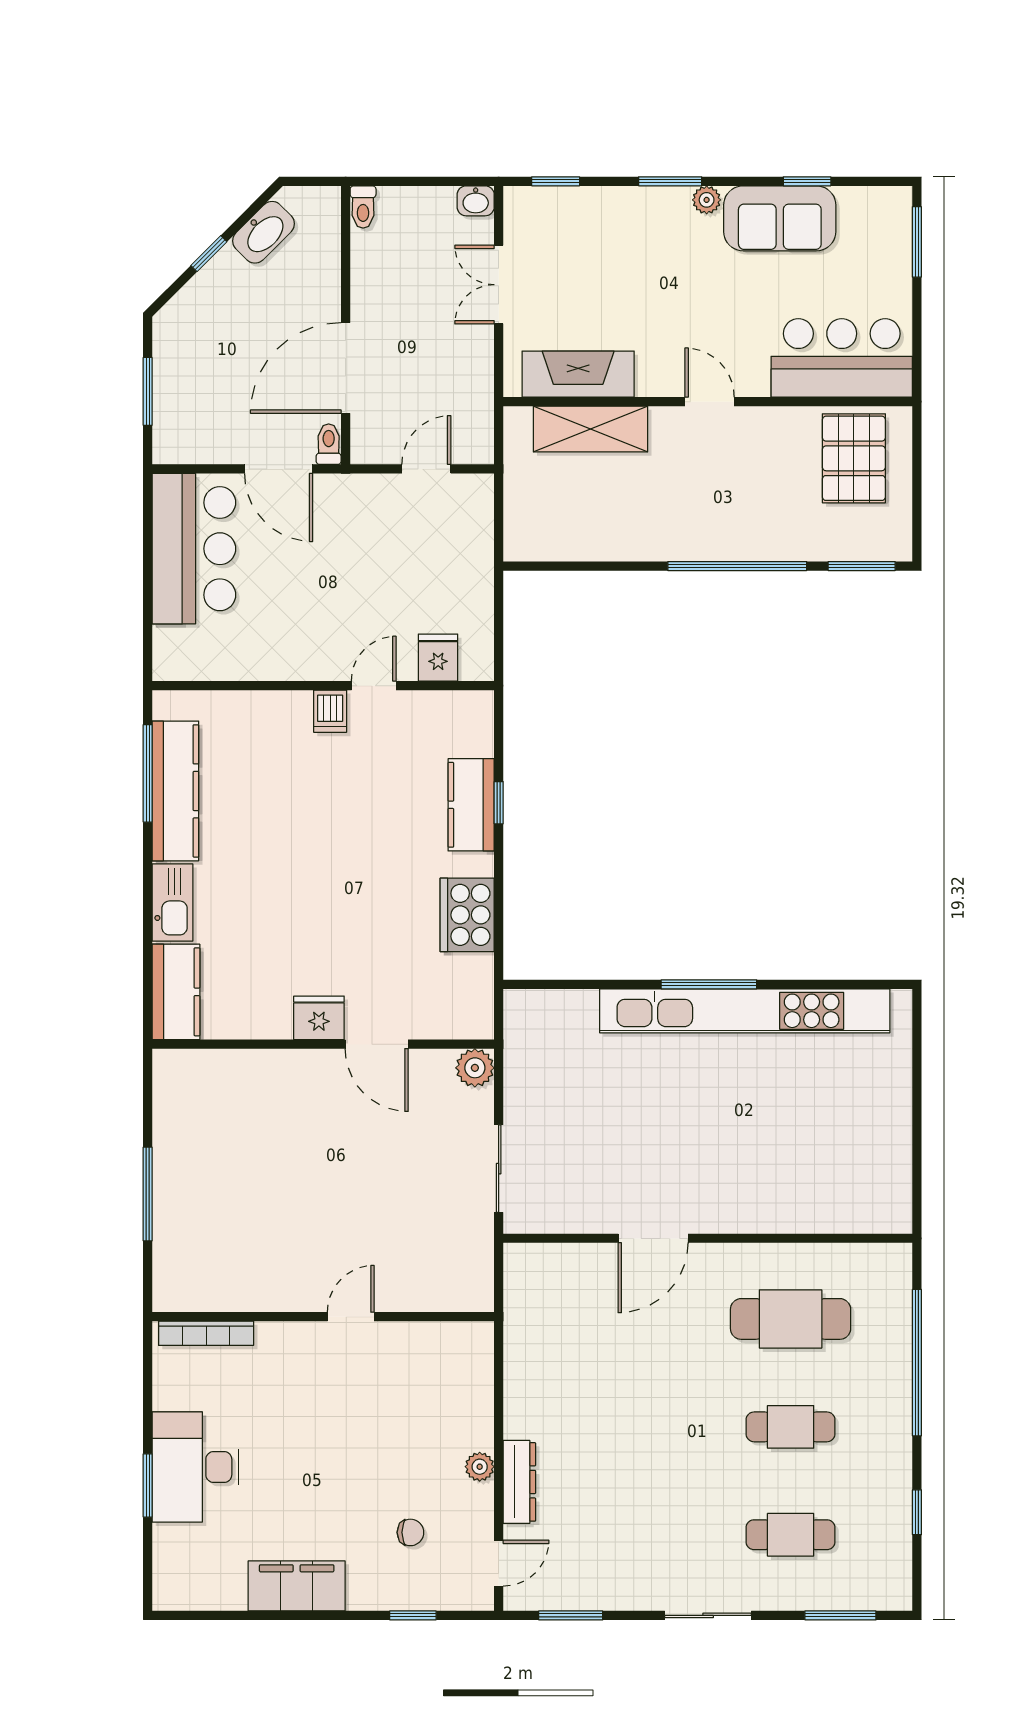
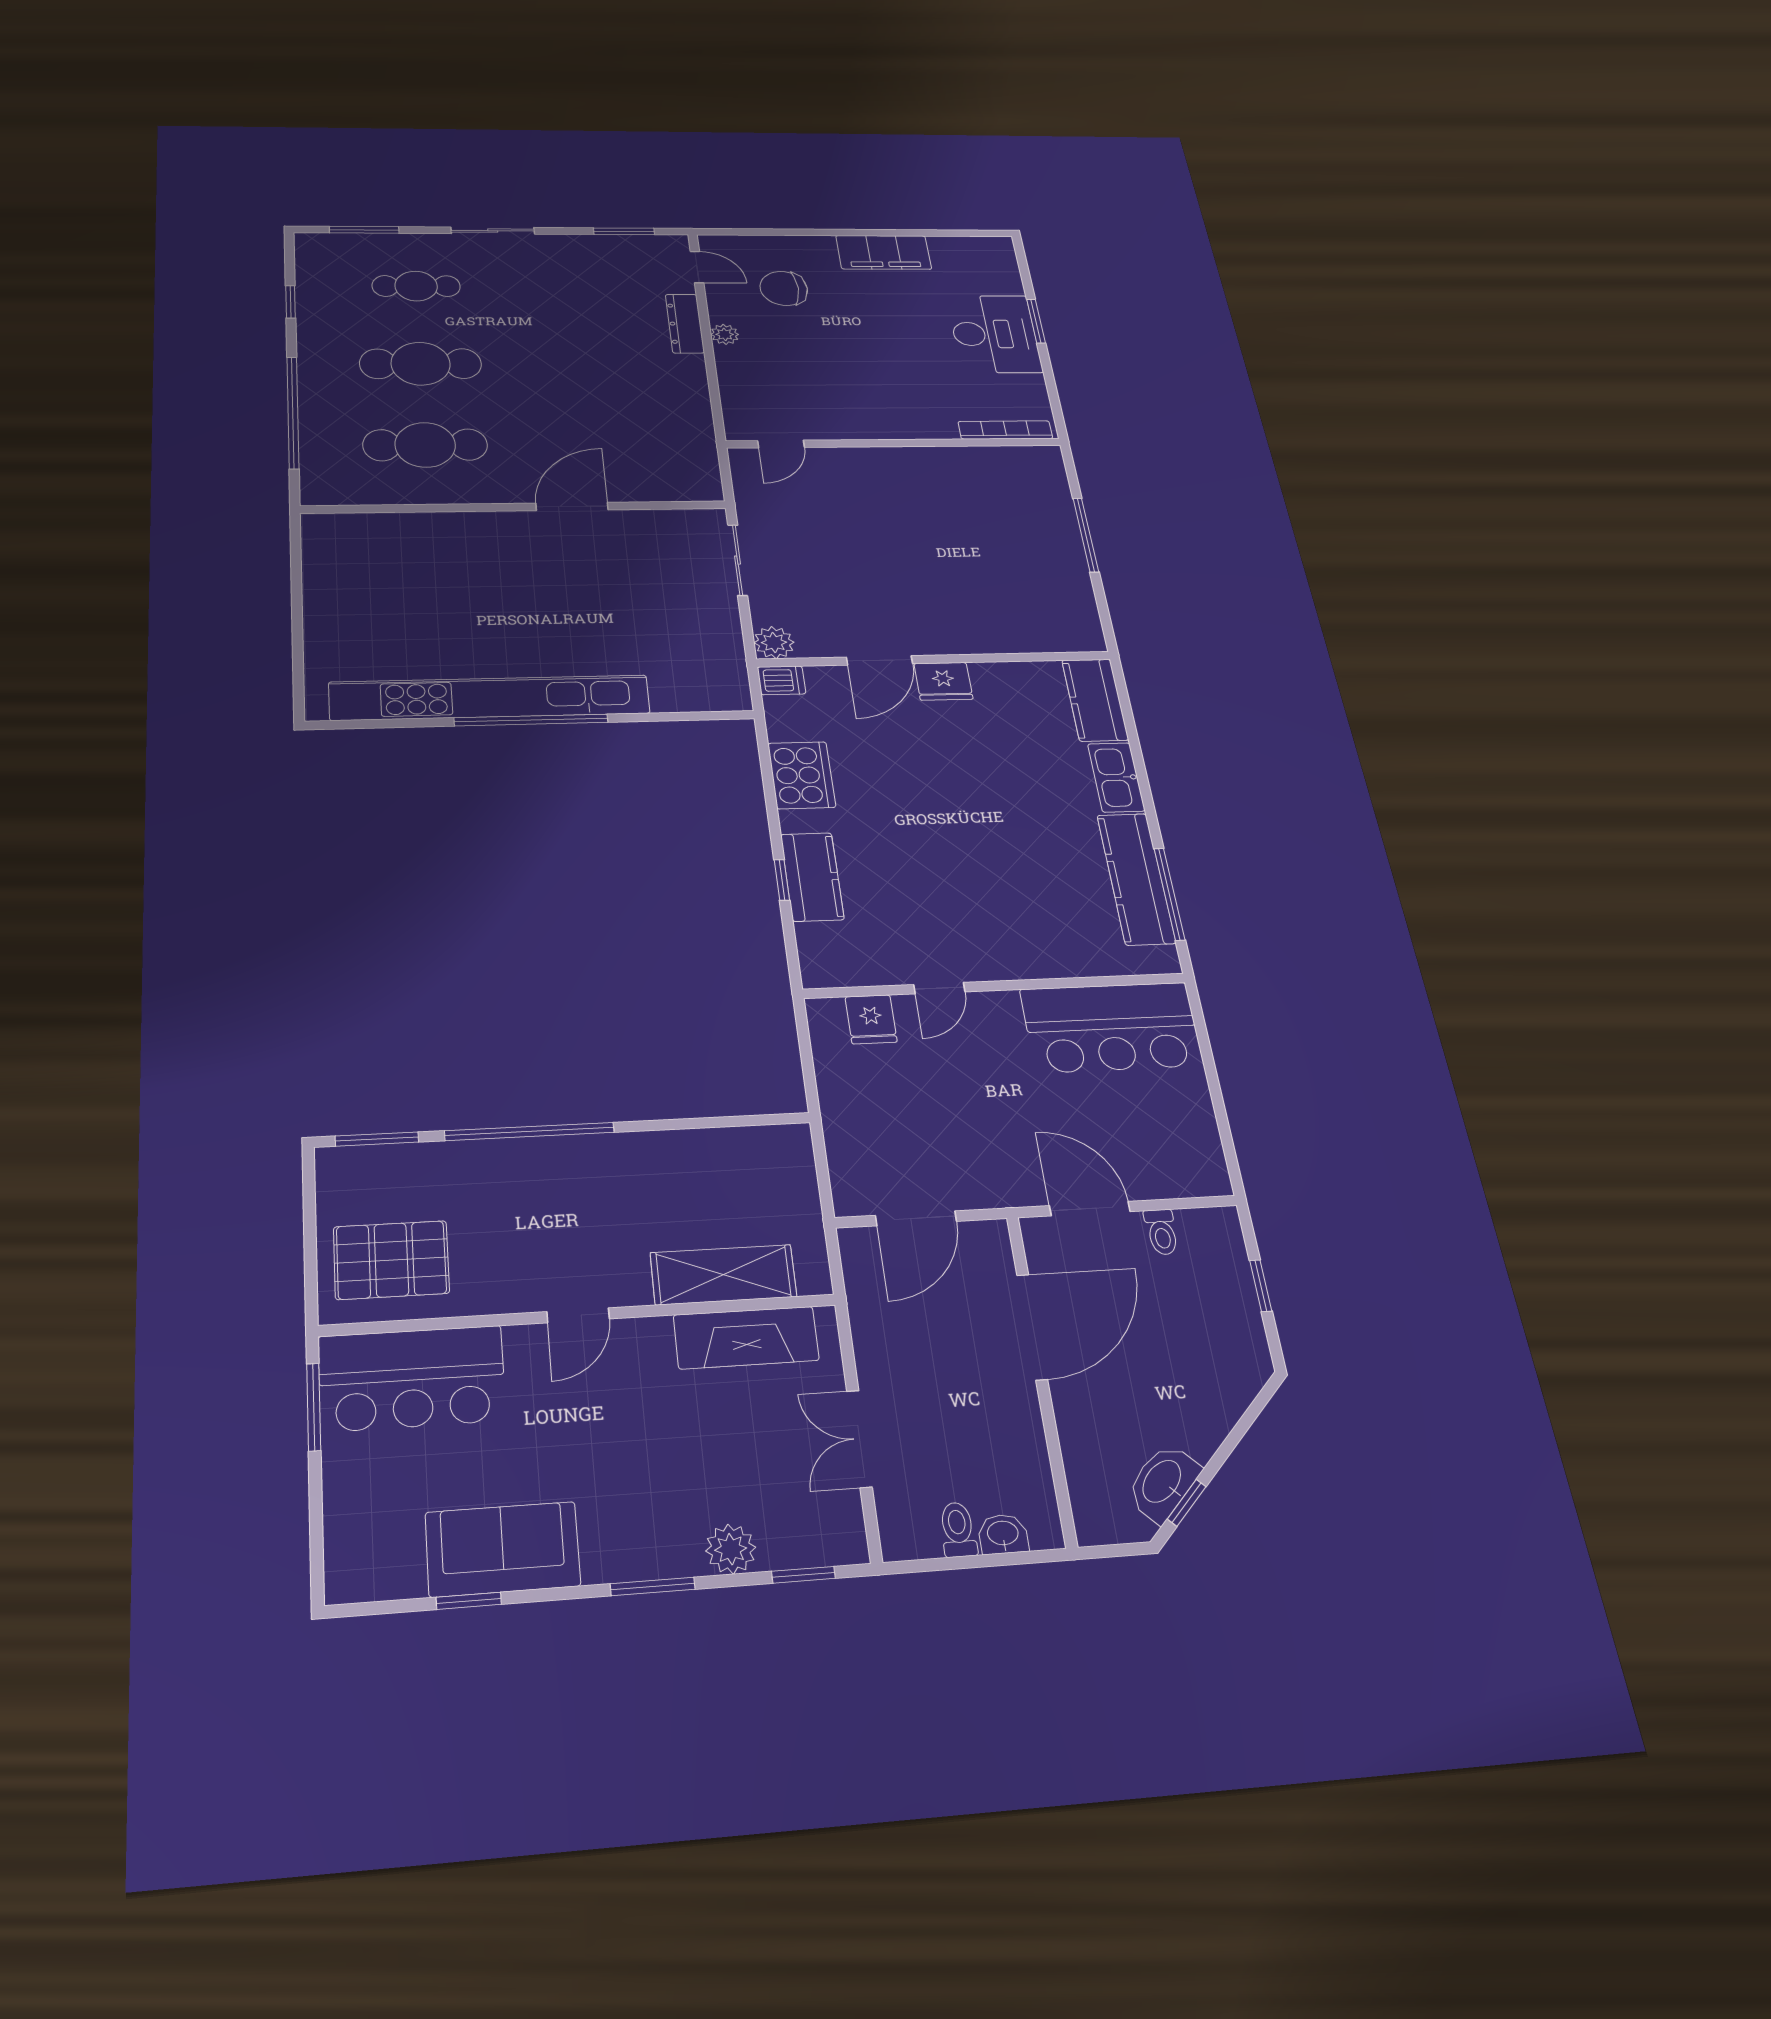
plant: (707, 200) -> (731, 1549), moved, width x1.38, depth x1.38
washbasin: (476, 201) -> (1003, 1534), moved
toilet: (363, 207) -> (958, 1530), moved
window: (917, 242) -> (314, 1407), moved
window: (209, 254) -> (1187, 1503), moved
double door: (499, 285) -> (859, 1439), swing flipped
window: (148, 391) -> (1261, 1286), width x0.67
door: (710, 402) -> (578, 1315), hinge flipped
toilet: (329, 444) -> (1162, 1232), moved
pallet: (854, 458) -> (391, 1260), turned 90
door: (426, 469) -> (916, 1218), width x1.38
bar counter: (194, 549) -> (1112, 1027), moved, turned -90
dishwasher: (330, 711) -> (781, 680), moved, turned 90
window: (709, 984) -> (531, 720), width x1.46
door: (377, 1044) -> (880, 660), swing flipped
door: (351, 1317) -> (781, 444), moved
cafe table: (791, 1427) -> (421, 364), width x1.37, depth x1.35
chair: (410, 1532) -> (784, 288), width x1.87, depth x1.87
door: (499, 1563) -> (697, 267), swing flipped
window: (413, 1615) -> (772, 232), removed

